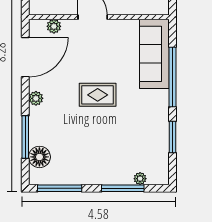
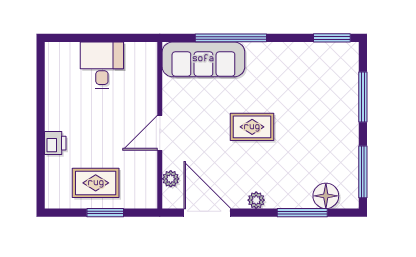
rug: (98, 95) -> (252, 127), turned 90
window: (172, 137) -> (332, 38), moved
plant: (140, 179) -> (351, 76), removed

